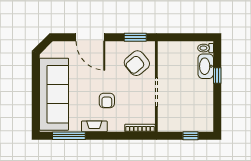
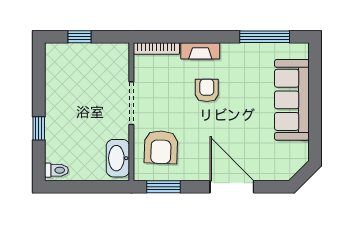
armchair: (137, 63) -> (161, 147), turned 132
washbasin: (206, 66) -> (118, 158), moved, turned 180
sofa: (54, 94) -> (292, 100), width x0.74, depth x0.79
fireplace: (94, 126) -> (200, 51), moved

